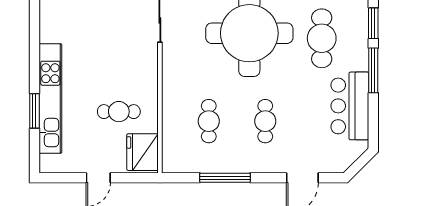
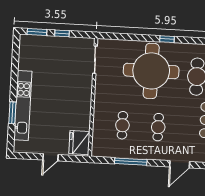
cafe table: (119, 112) -> (66, 116), removed

